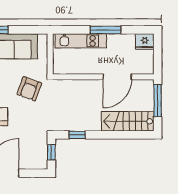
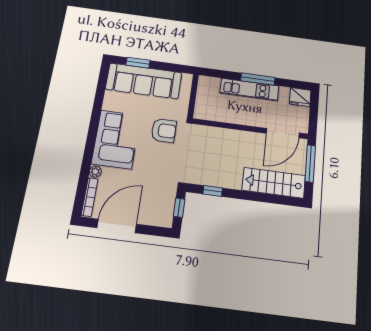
kitchen unit: (81, 41) -> (249, 89), moved
door: (117, 77) -> (283, 133), moved
armchair: (29, 89) -> (164, 131), turned -110

